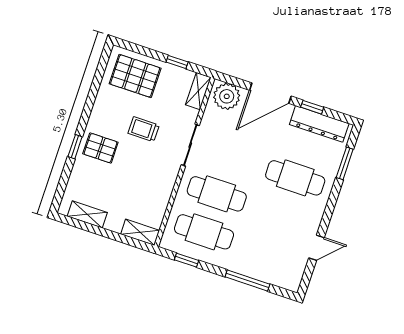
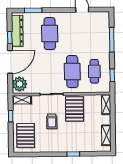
door: (270, 93) -> (10, 62), hinge flipped
pallet: (100, 148) -> (74, 109), moved, width x1.50, depth x1.42
cafe table: (204, 232) -> (94, 71), width x0.73, depth x0.74

